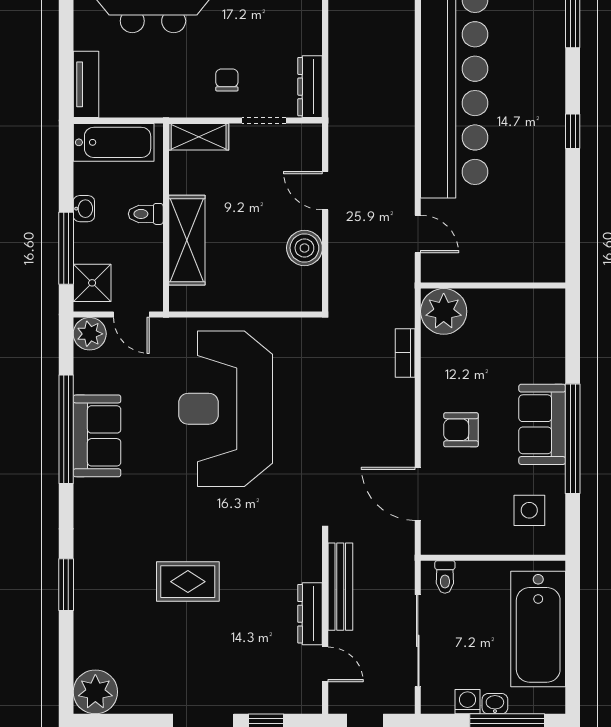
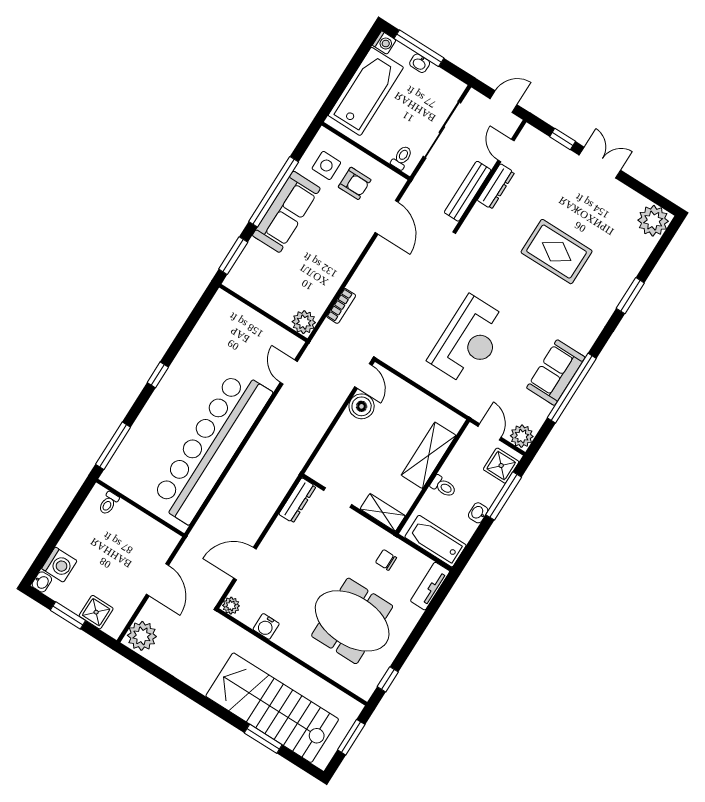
chair: (227, 80) -> (386, 560), moved, turned 90
door: (325, 191) -> (363, 376), moved
plant: (444, 311) -> (304, 322), width x0.73, depth x0.73
window: (573, 331) -> (233, 256), added
reception desk: (226, 409) -> (469, 340), width x0.74, depth x0.77
sofa: (542, 424) -> (286, 212), width x1.36
armchair: (461, 430) -> (355, 183), moved
rug: (188, 582) -> (557, 252), width x1.36, depth x1.43
washing machine: (468, 702) -> (384, 43), moved, turned -90

